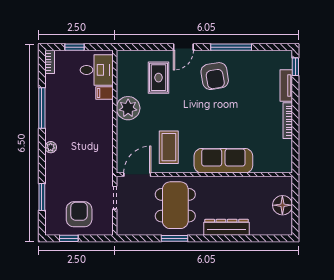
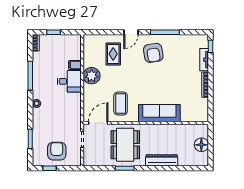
desk: (97, 70) -> (69, 81), moved

